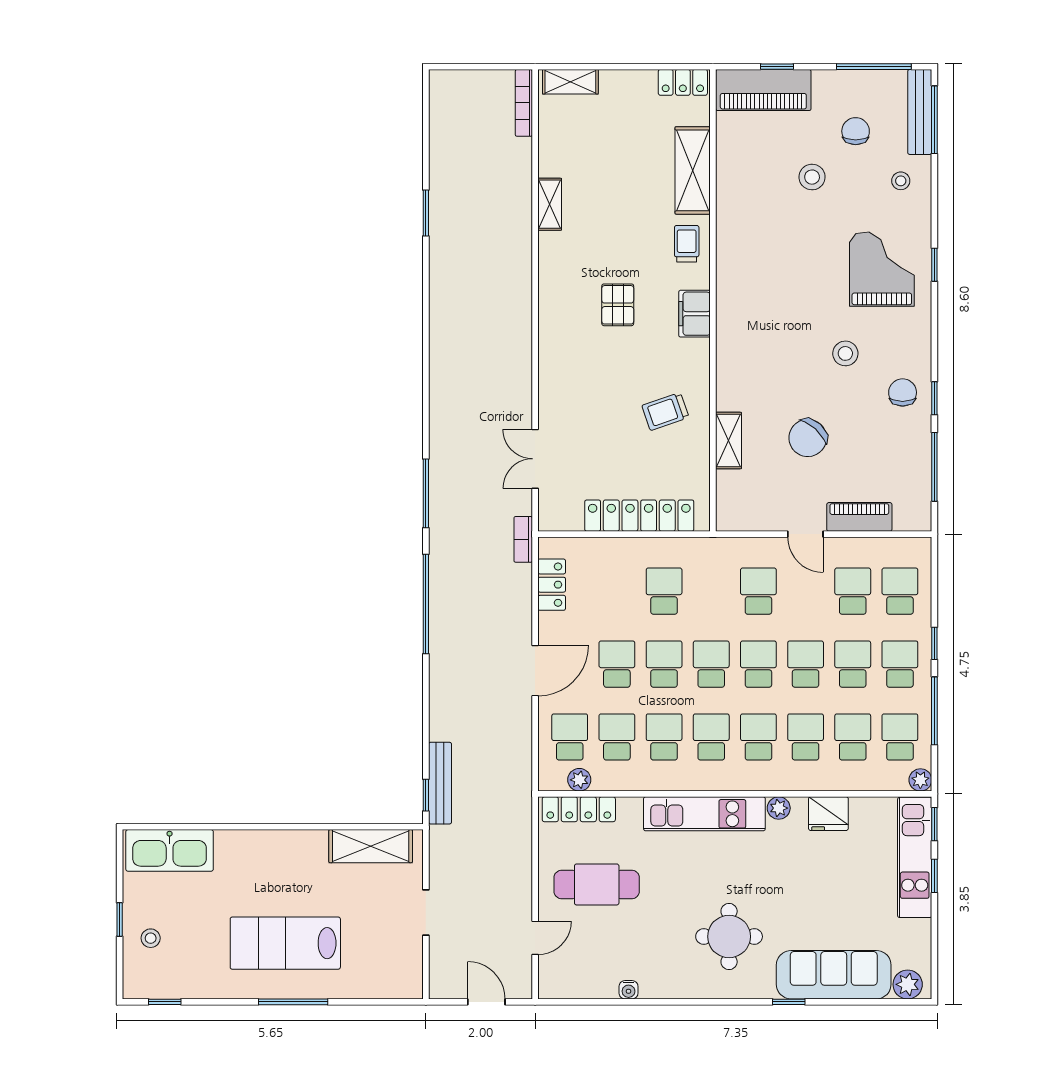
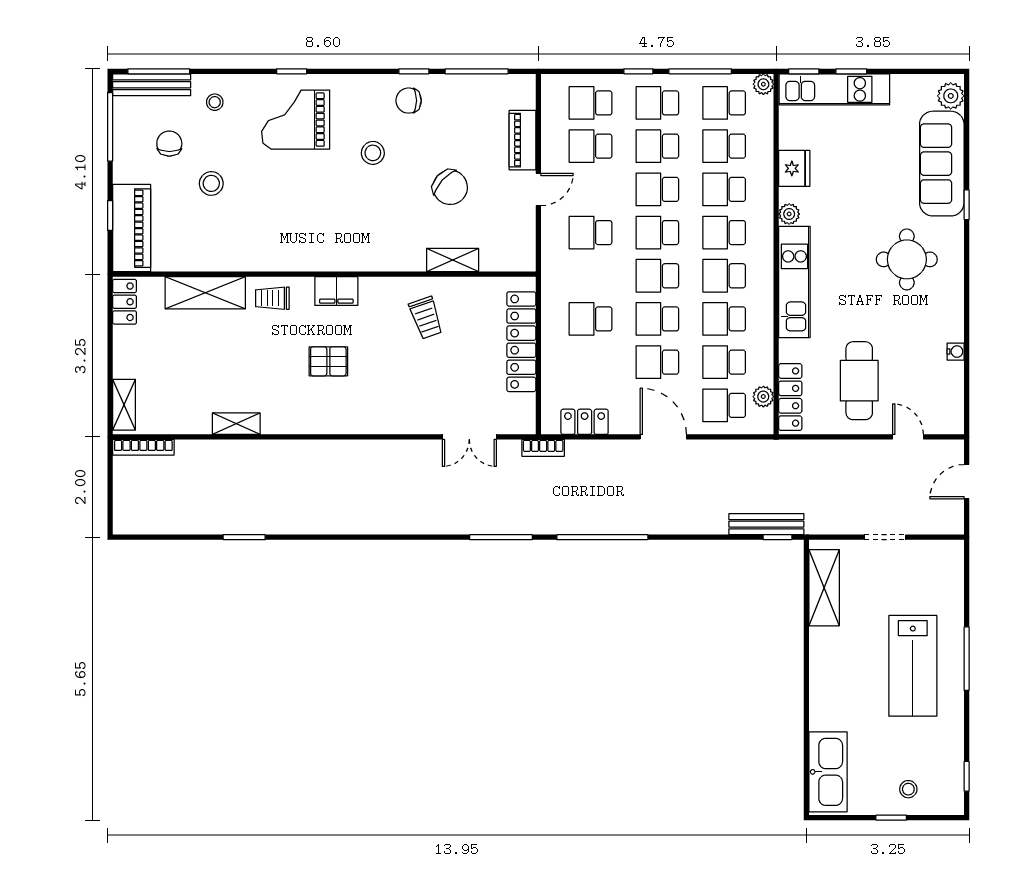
chair: (856, 131) -> (169, 144), turned 90

